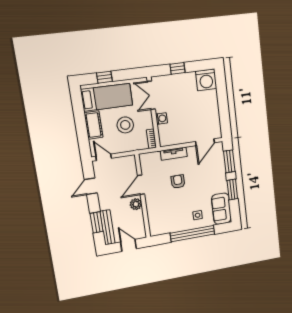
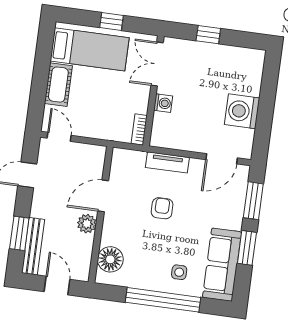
window: (104, 77) -> (112, 22), moved
washing machine: (206, 80) -> (242, 111), moved, turned 90
stool: (125, 125) -> (105, 98), removed
sofa: (221, 209) -> (222, 265), width x1.36
floor lamp: (156, 220) -> (110, 259), added

